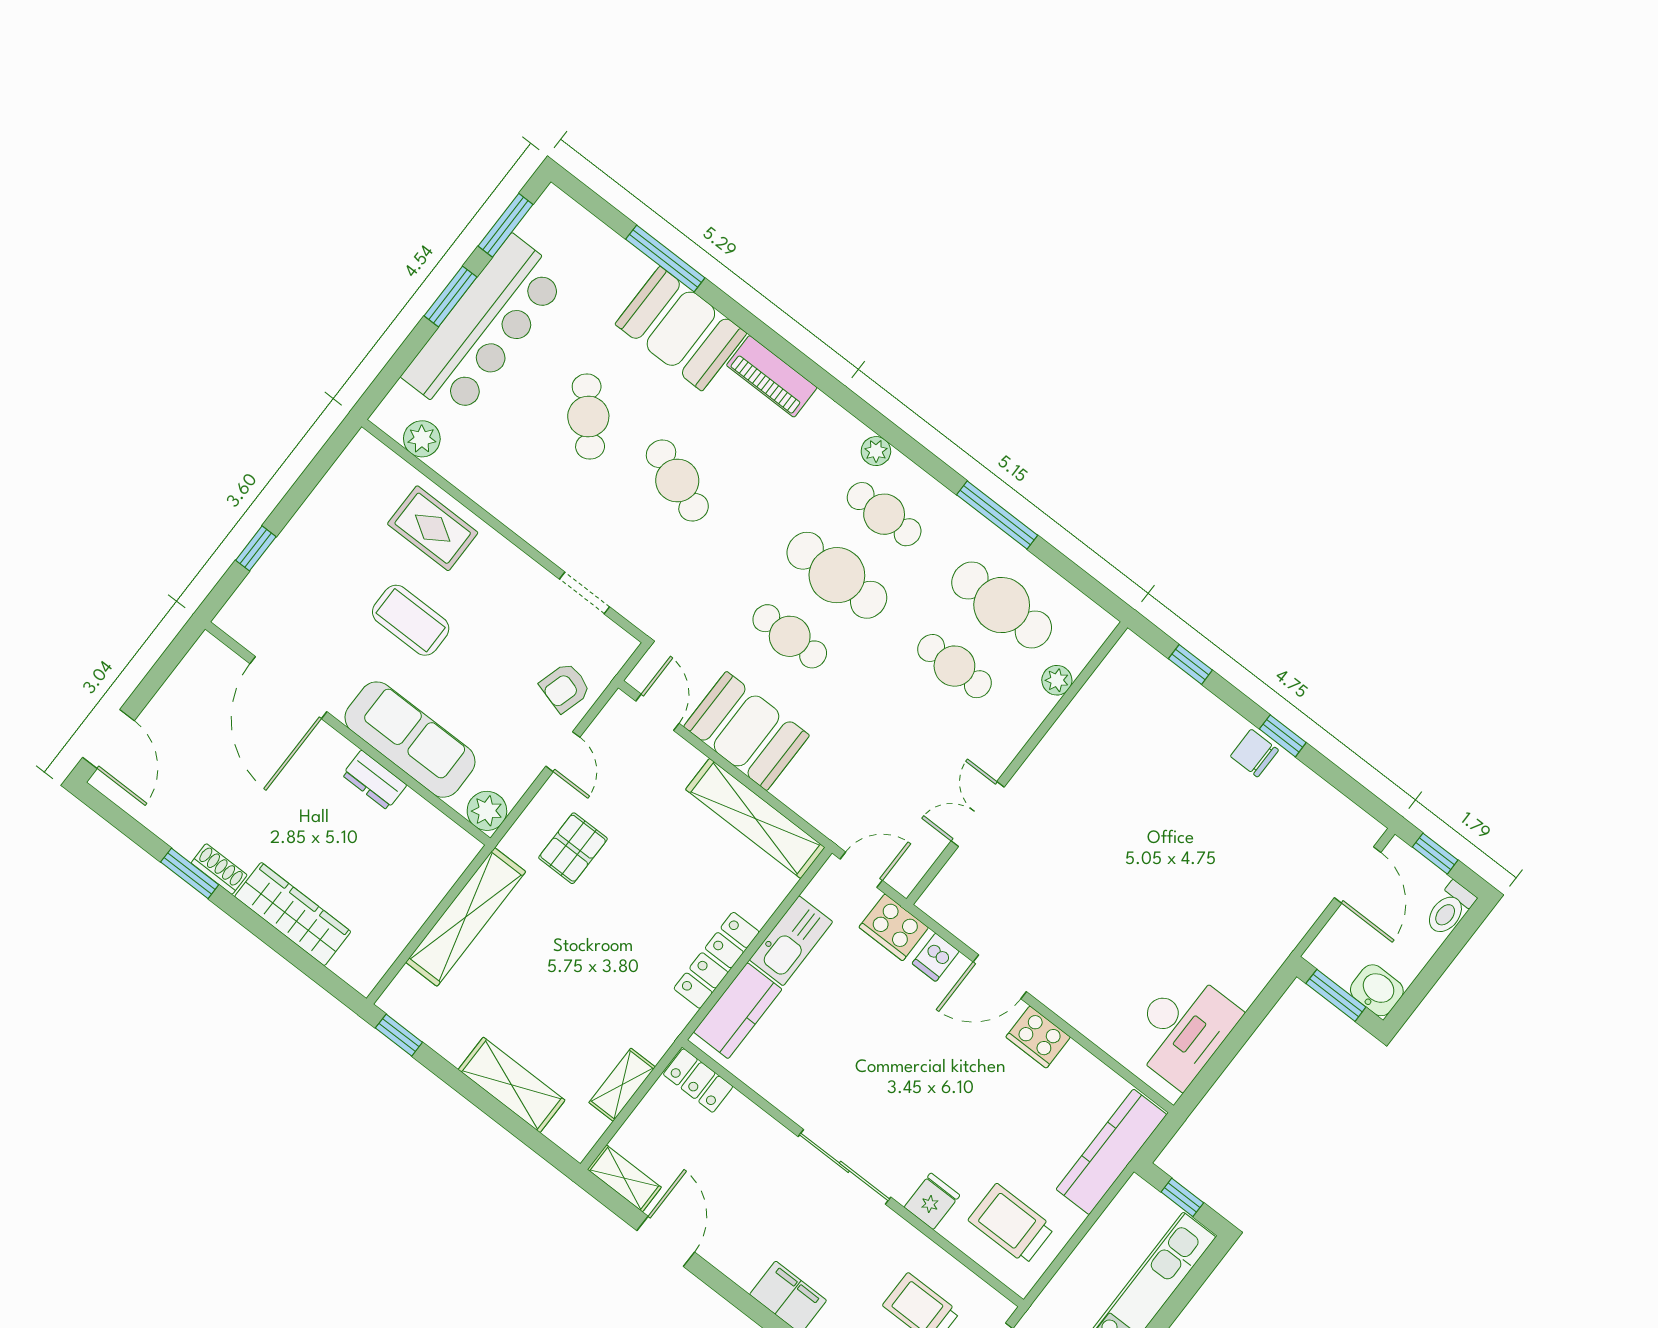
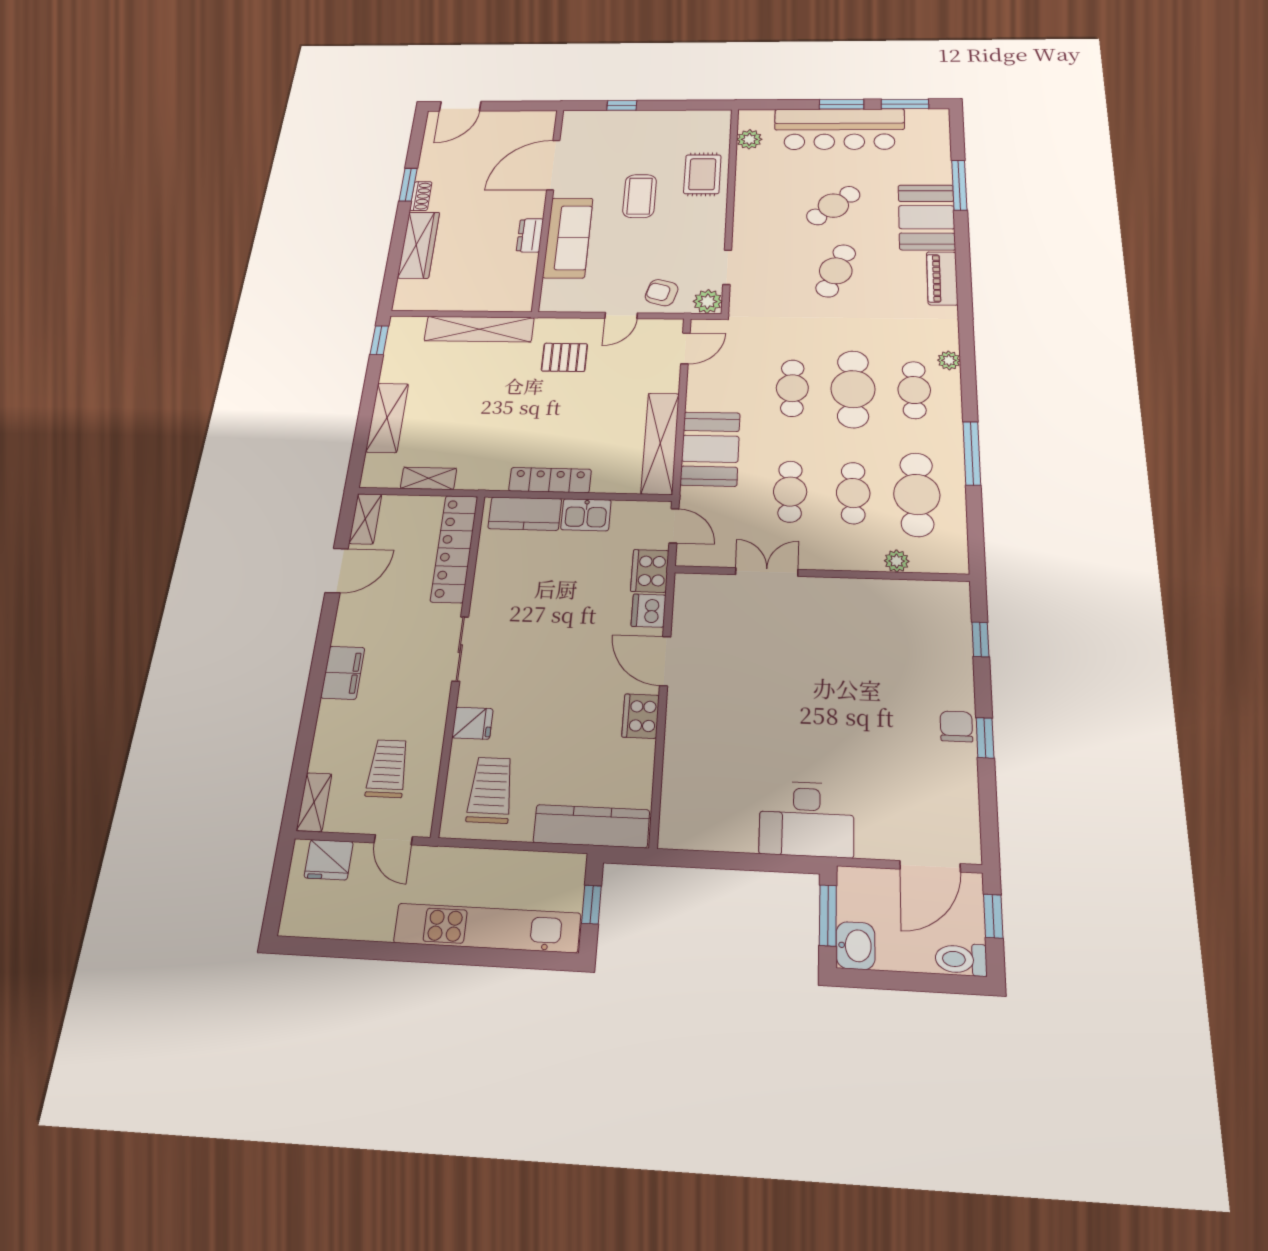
cafe table: (907, 727) -> (790, 492), added
booth: (747, 731) -> (710, 449), moved
plant: (487, 811) -> (708, 301), moved
kitchen sink: (791, 941) -> (586, 515), width x0.73
dishwasher: (936, 957) -> (649, 611), width x1.38
desk: (1183, 1029) -> (807, 819), moved
locker: (698, 1080) -> (454, 548), width x2.16, depth x1.21
sliding door: (844, 1167) -> (460, 649), width x0.73

